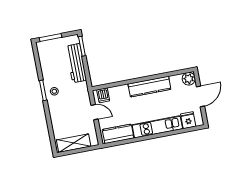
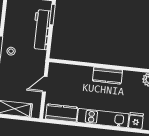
kitchen counter: (149, 87) -> (107, 76), width x0.67
dishwasher: (103, 95) -> (59, 70), removed
door: (94, 112) -> (45, 84), swing flipped

